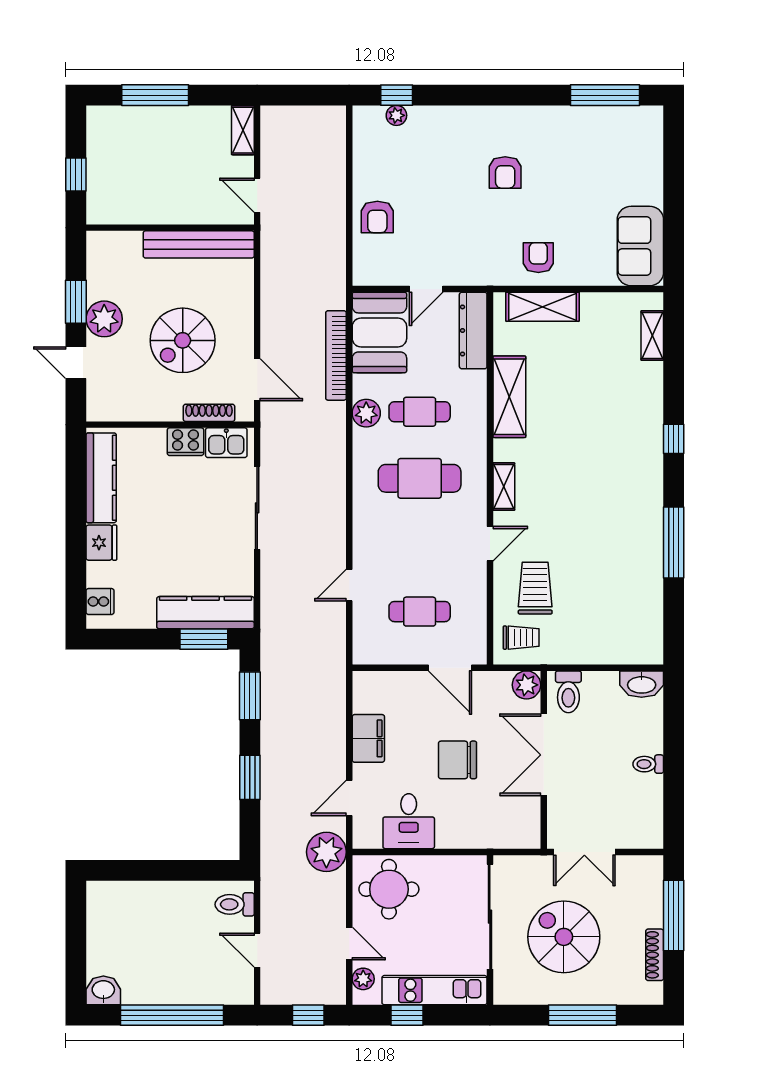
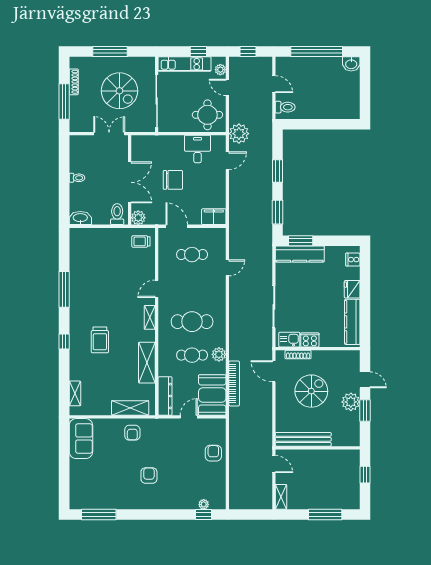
trolley: (535, 588) -> (100, 340), moved
filing cabinet: (368, 738) -> (214, 217), moved, turned 90

